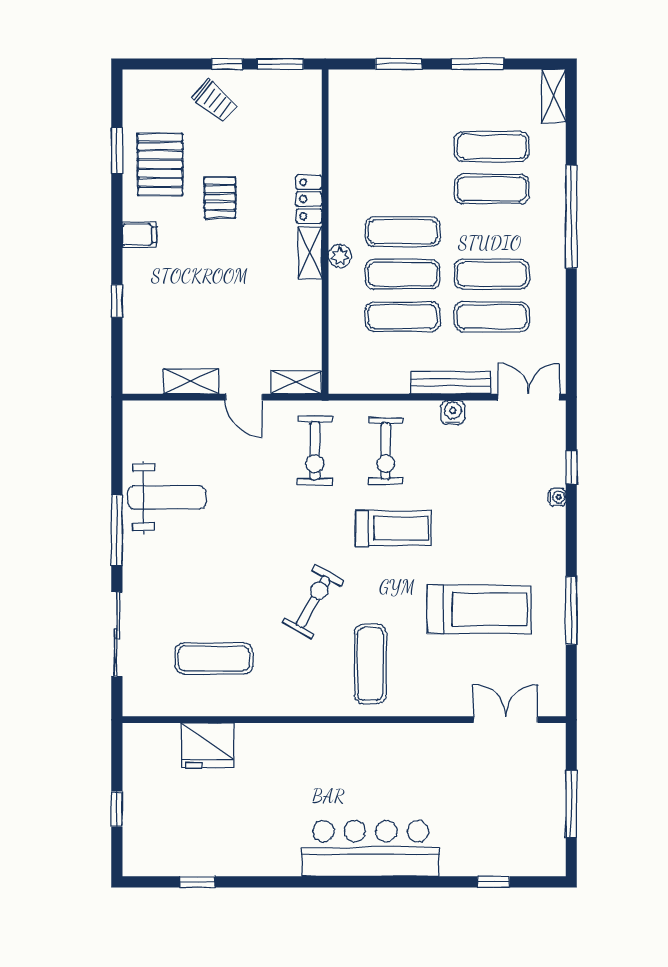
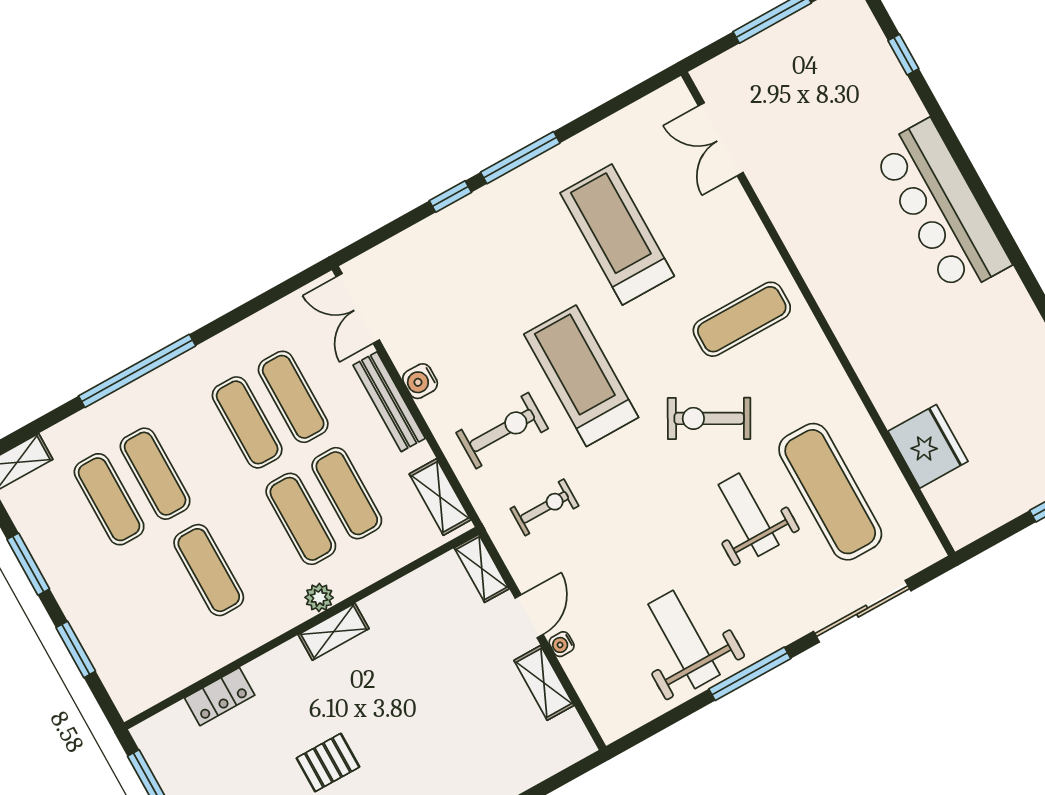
locker: (309, 199) -> (220, 697), moved
exercise mat: (403, 232) -> (209, 570), moved
shelving: (363, 381) -> (440, 497), added
exercise bike: (315, 451) -> (544, 507), width x0.73, depth x0.72
window: (571, 467) -> (450, 196), moved
water cooler: (557, 497) -> (562, 644), moved, turned -90
treadmill: (393, 528) -> (581, 376), width x1.37, depth x1.38
weight bench: (230, 592) -> (749, 515), added
window: (571, 611) -> (520, 158), moved
exercise mat: (214, 658) -> (830, 492), width x1.36, depth x1.45

